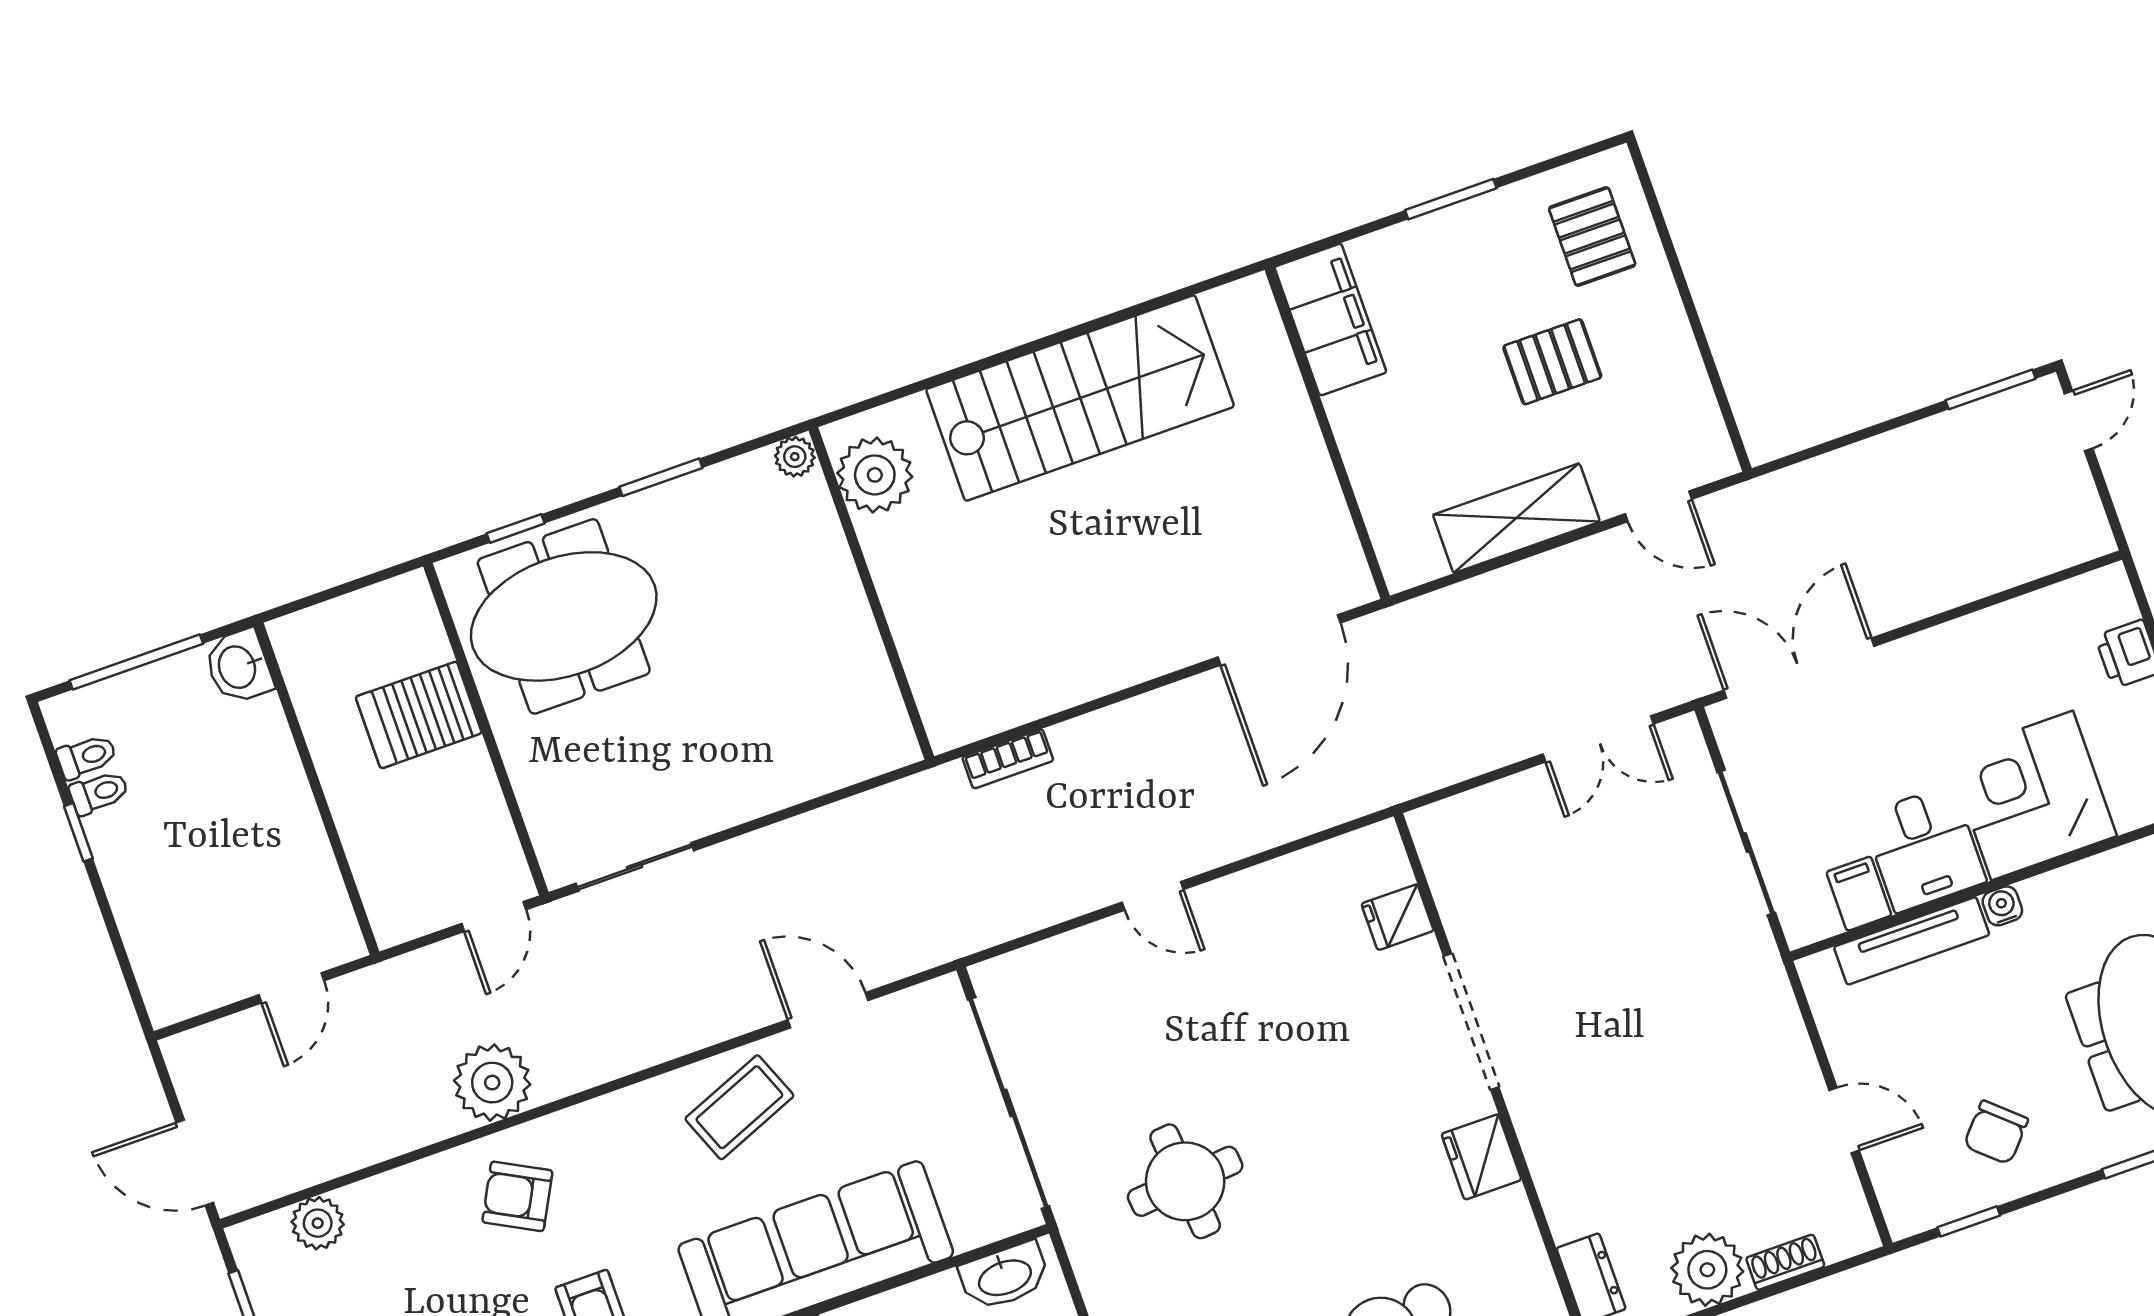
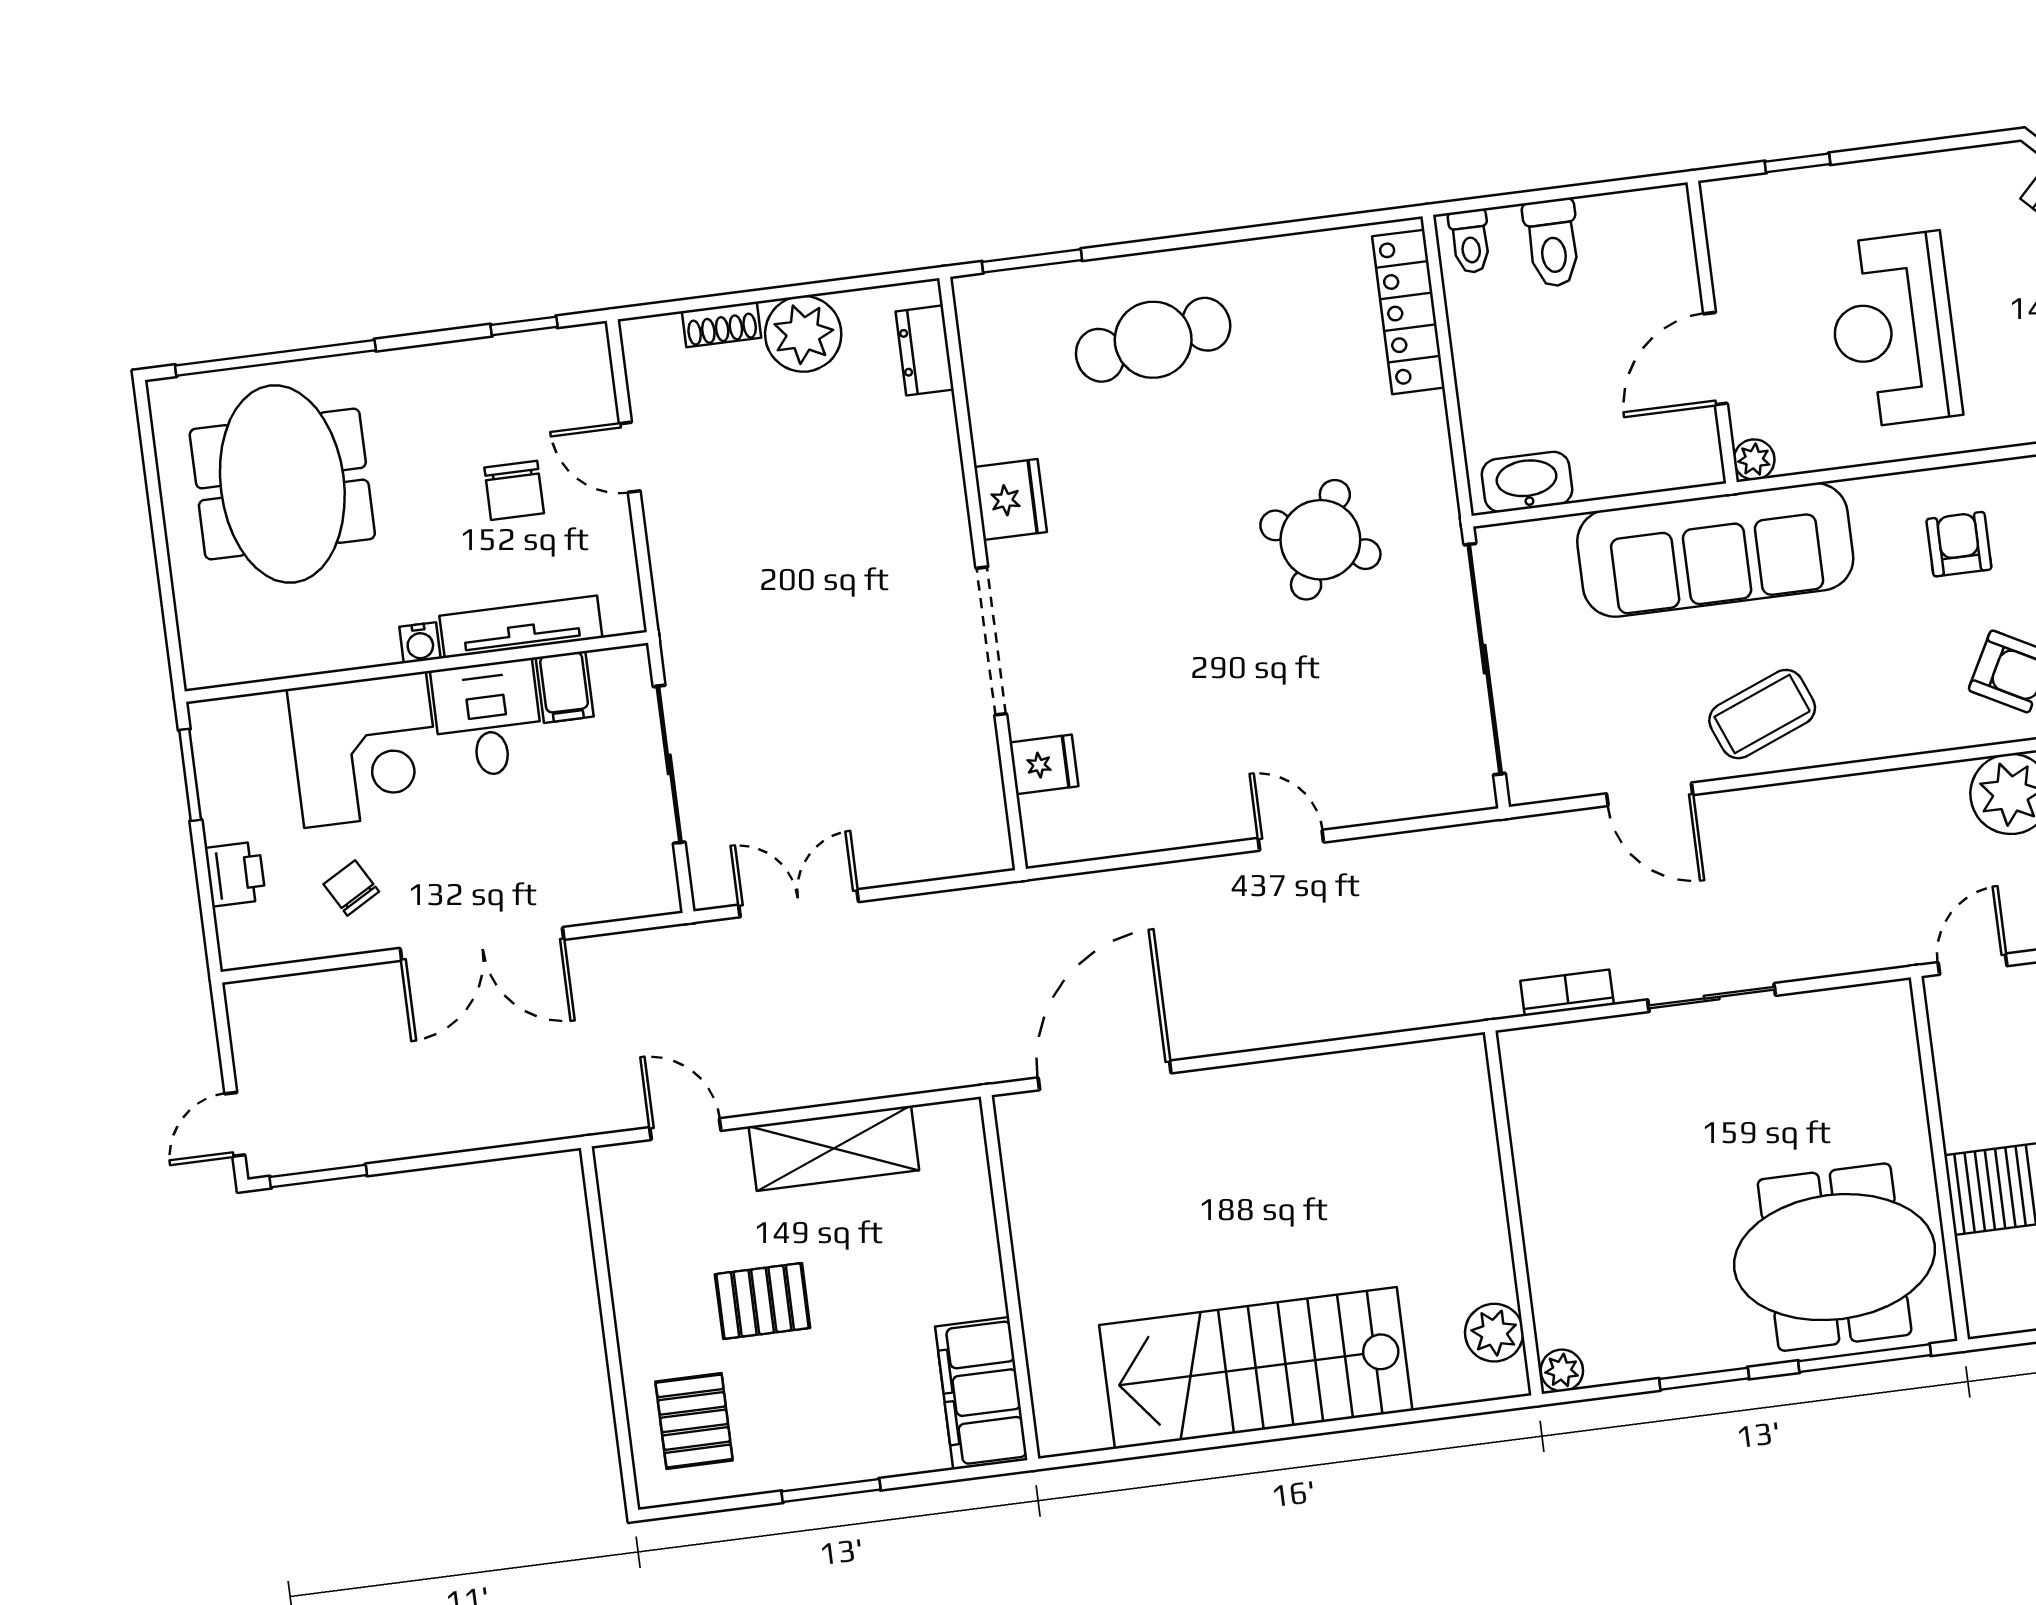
plant: (875, 475) -> (1494, 1333), width x0.73, depth x0.73
window: (516, 528) -> (1865, 1358), width x2.17
chair: (2017, 664) -> (351, 888), added
double door: (1799, 668) -> (482, 944), moved
bookcase: (1008, 759) -> (1567, 993), moved
sliding door: (635, 867) -> (1712, 998), moved
chair: (1996, 1132) -> (514, 490), moved, turned 138
round table: (1185, 1181) -> (1320, 540), turned 30

